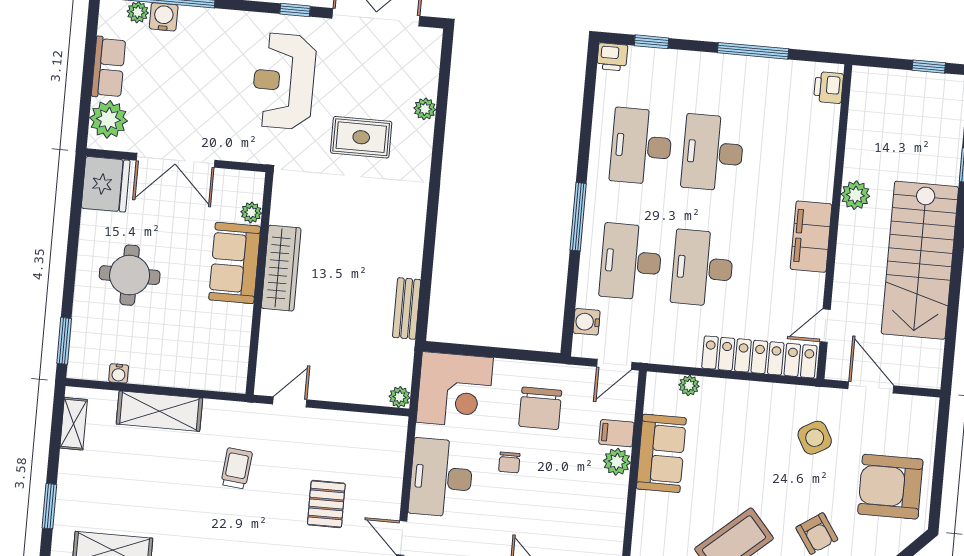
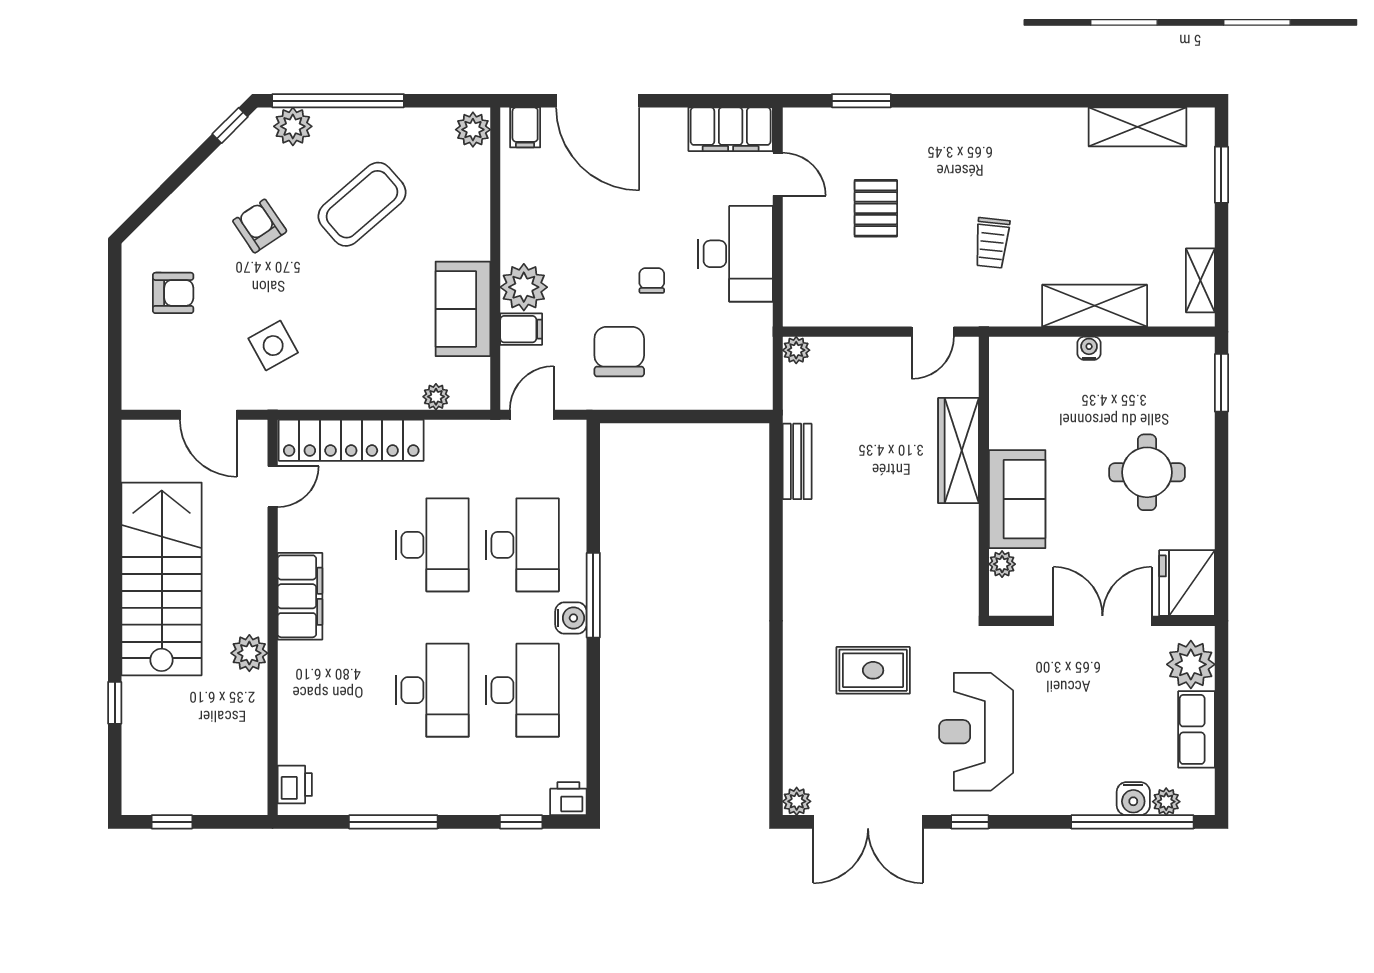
reception desk: (284, 81) -> (976, 732), turned 180
plant: (425, 109) -> (797, 801), moved
wardrobe: (281, 268) -> (958, 451), moved
water cooler: (587, 322) -> (571, 618), moved
water cooler: (119, 373) -> (1089, 348), moved
corner desk: (455, 390) -> (728, 365), removed
plant: (617, 462) -> (524, 287), width x1.36, depth x1.36
armchair: (890, 487) -> (173, 293), width x0.53, depth x0.53

